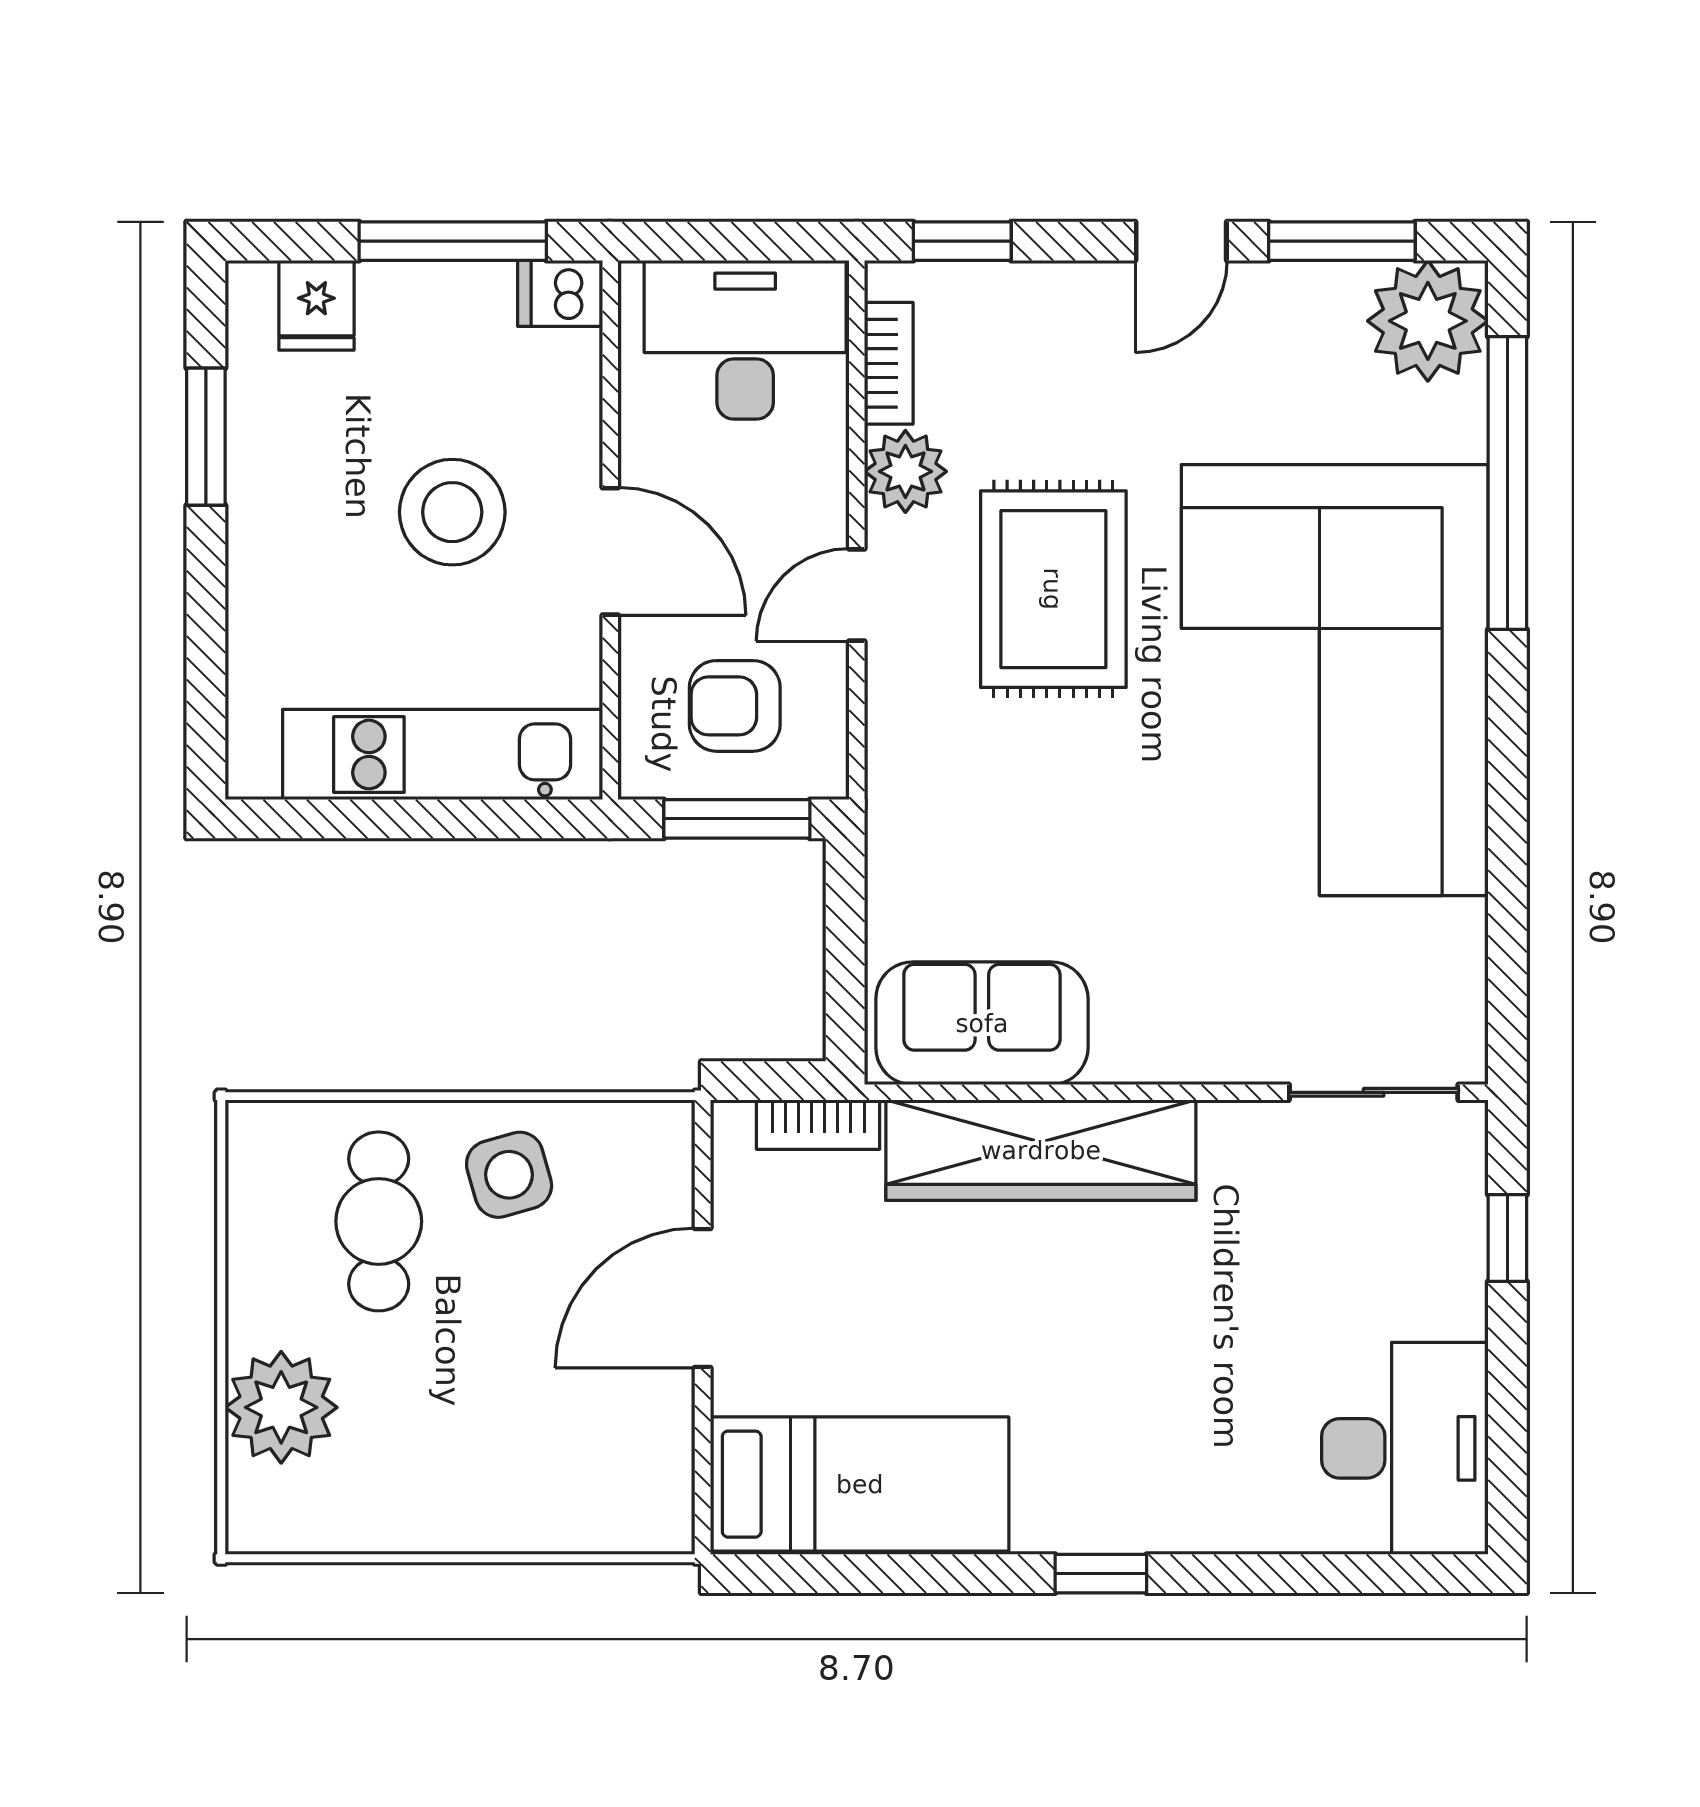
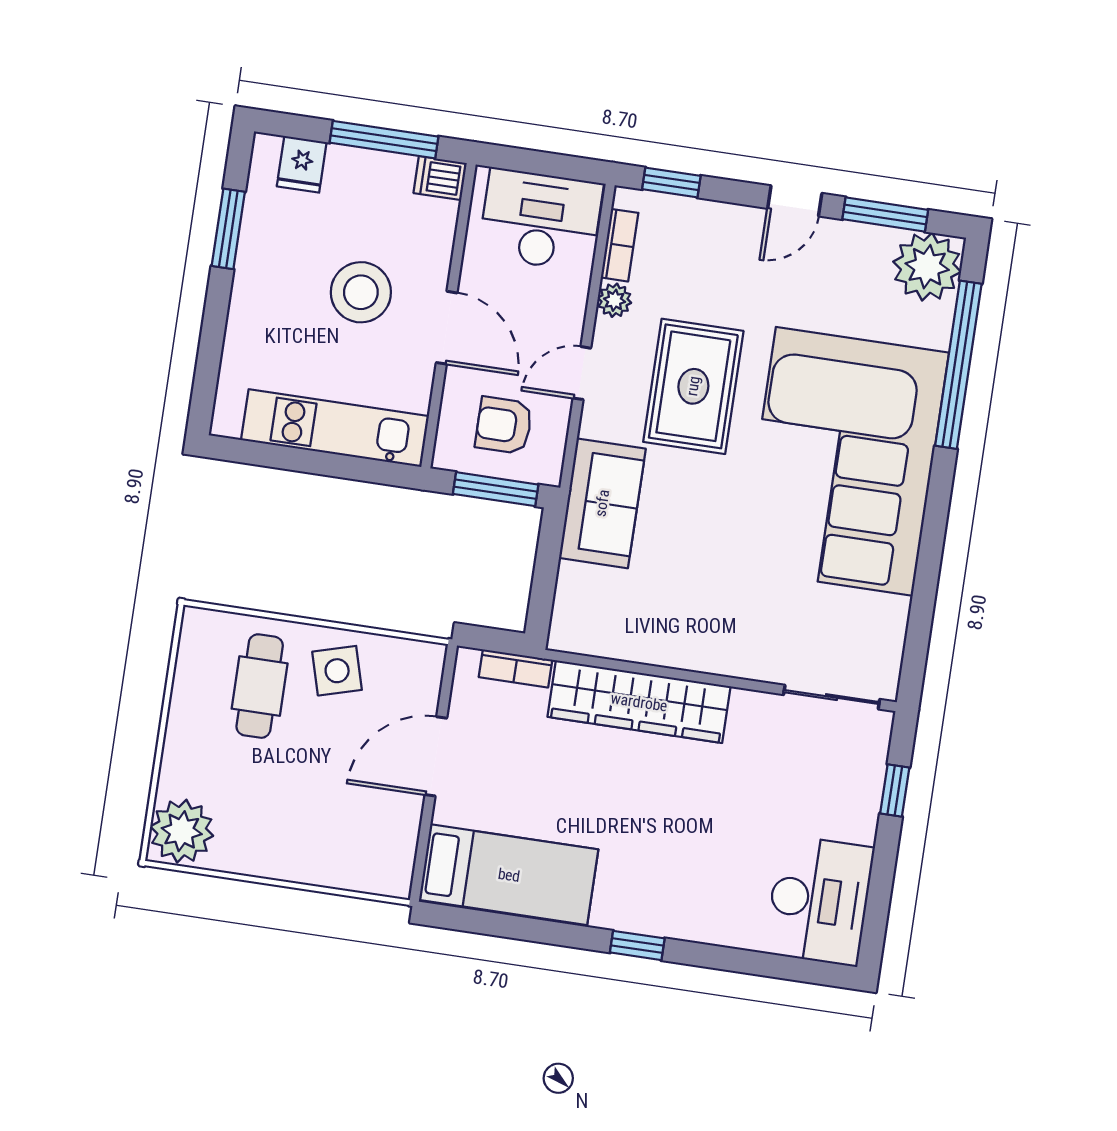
plant: (905, 471) -> (615, 300), width x0.73, depth x0.73
sofa: (982, 1023) -> (602, 503), moved, turned 90
plant: (281, 1407) -> (182, 831), moved

